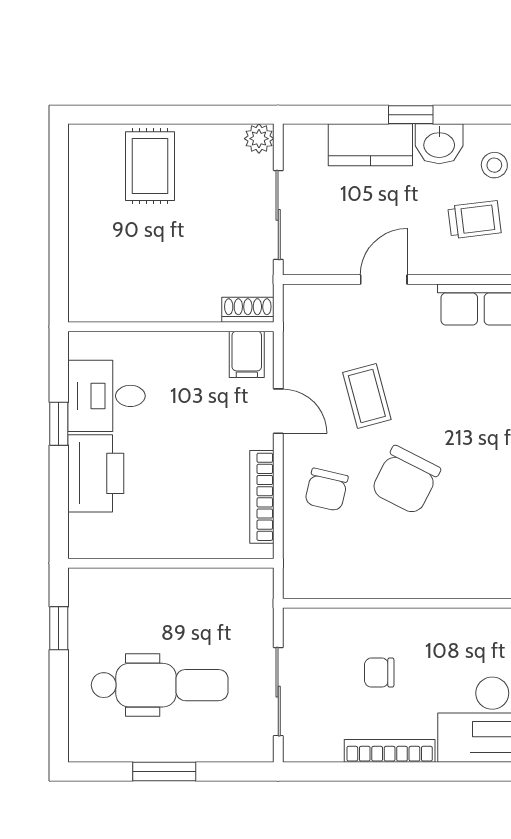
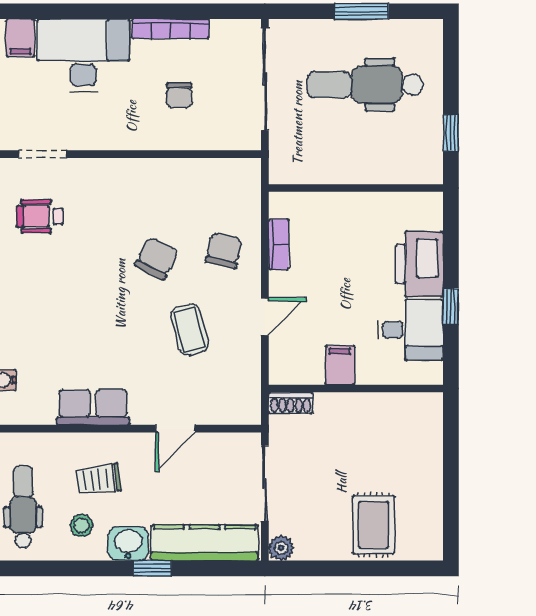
kitchen counter: (370, 145) -> (204, 543), width x1.50
filing cabinet: (247, 354) -> (340, 365), moved
door: (278, 411) -> (265, 317), swing flipped
chair: (406, 480) -> (157, 258), width x0.73, depth x0.73
bookcase: (262, 497) -> (279, 244), width x0.64
chair: (379, 673) -> (179, 95), turned 90
sliding door: (278, 692) -> (265, 79), width x1.37

